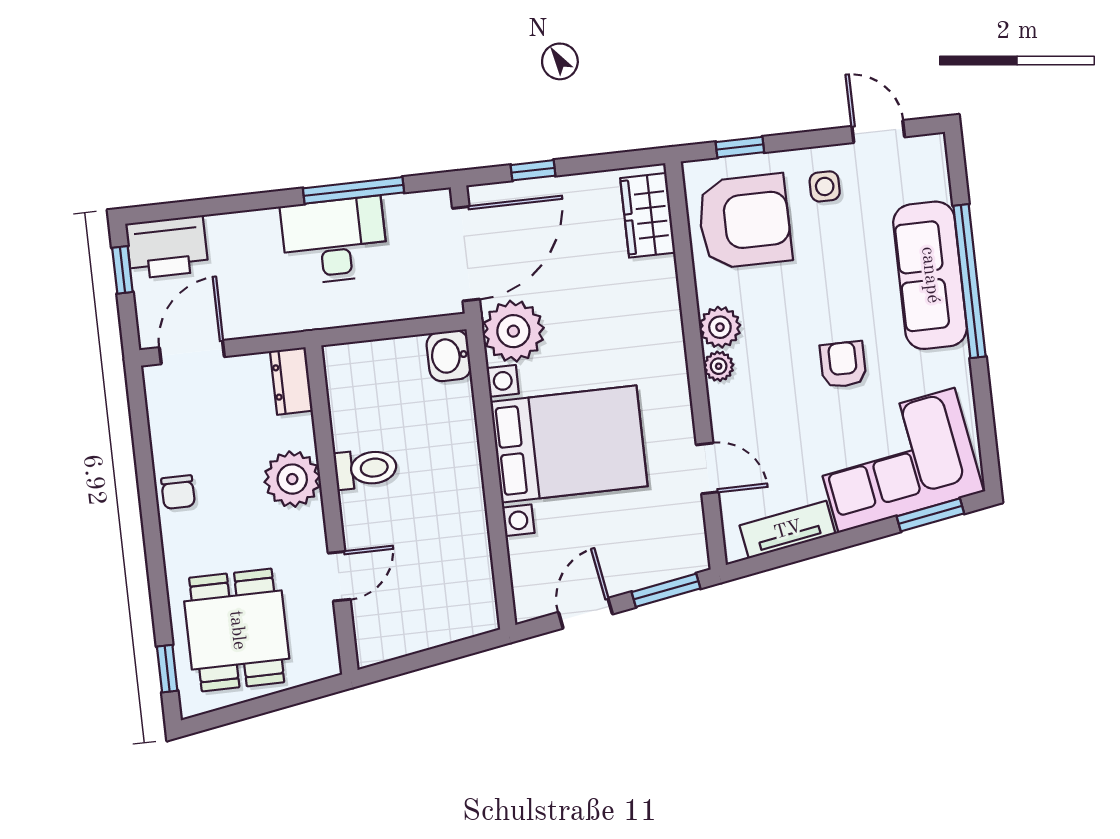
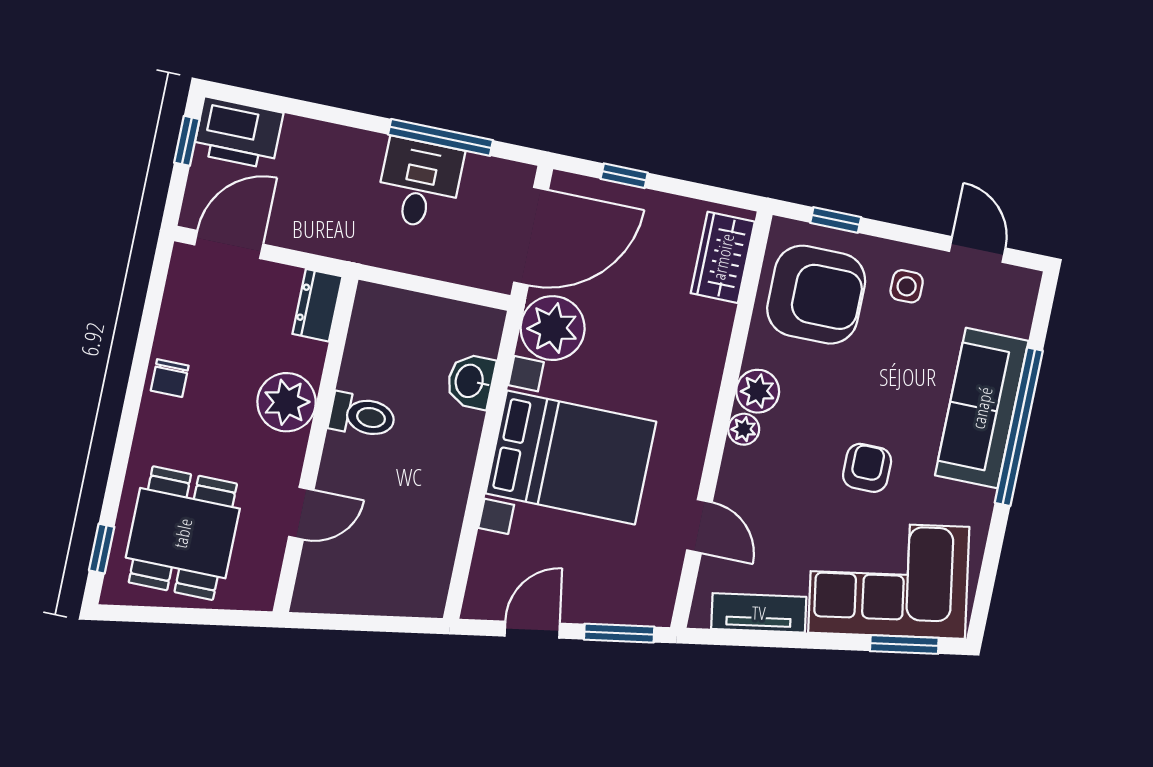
desk: (334, 241) -> (419, 184), width x0.73
washbasin: (449, 356) -> (470, 381), moved

